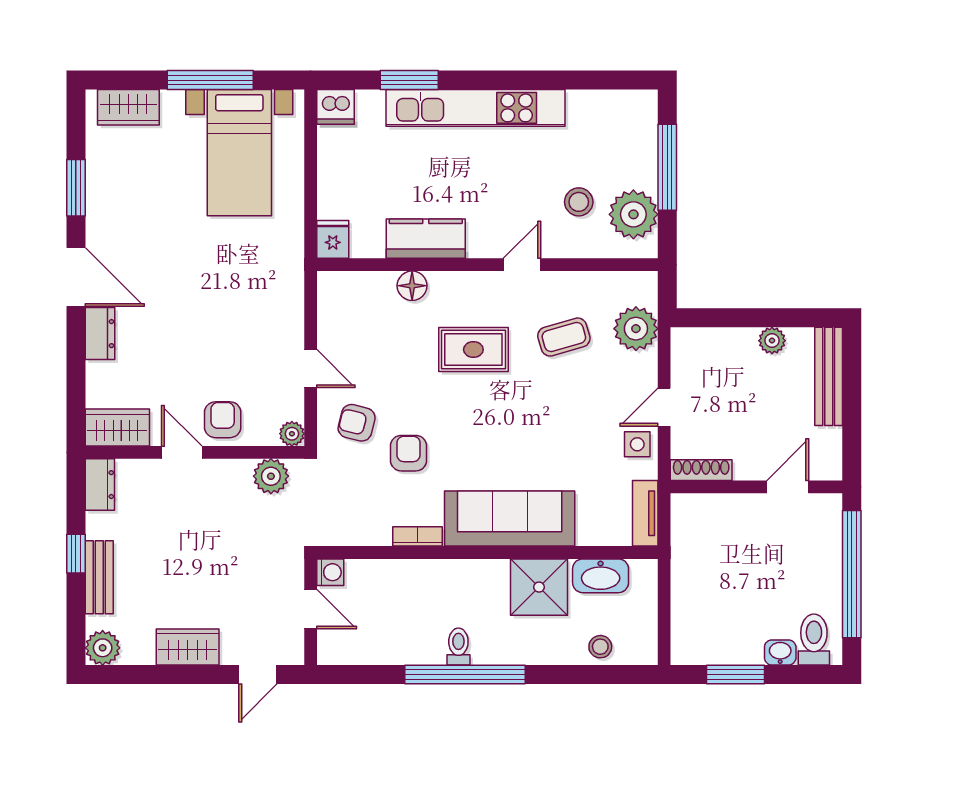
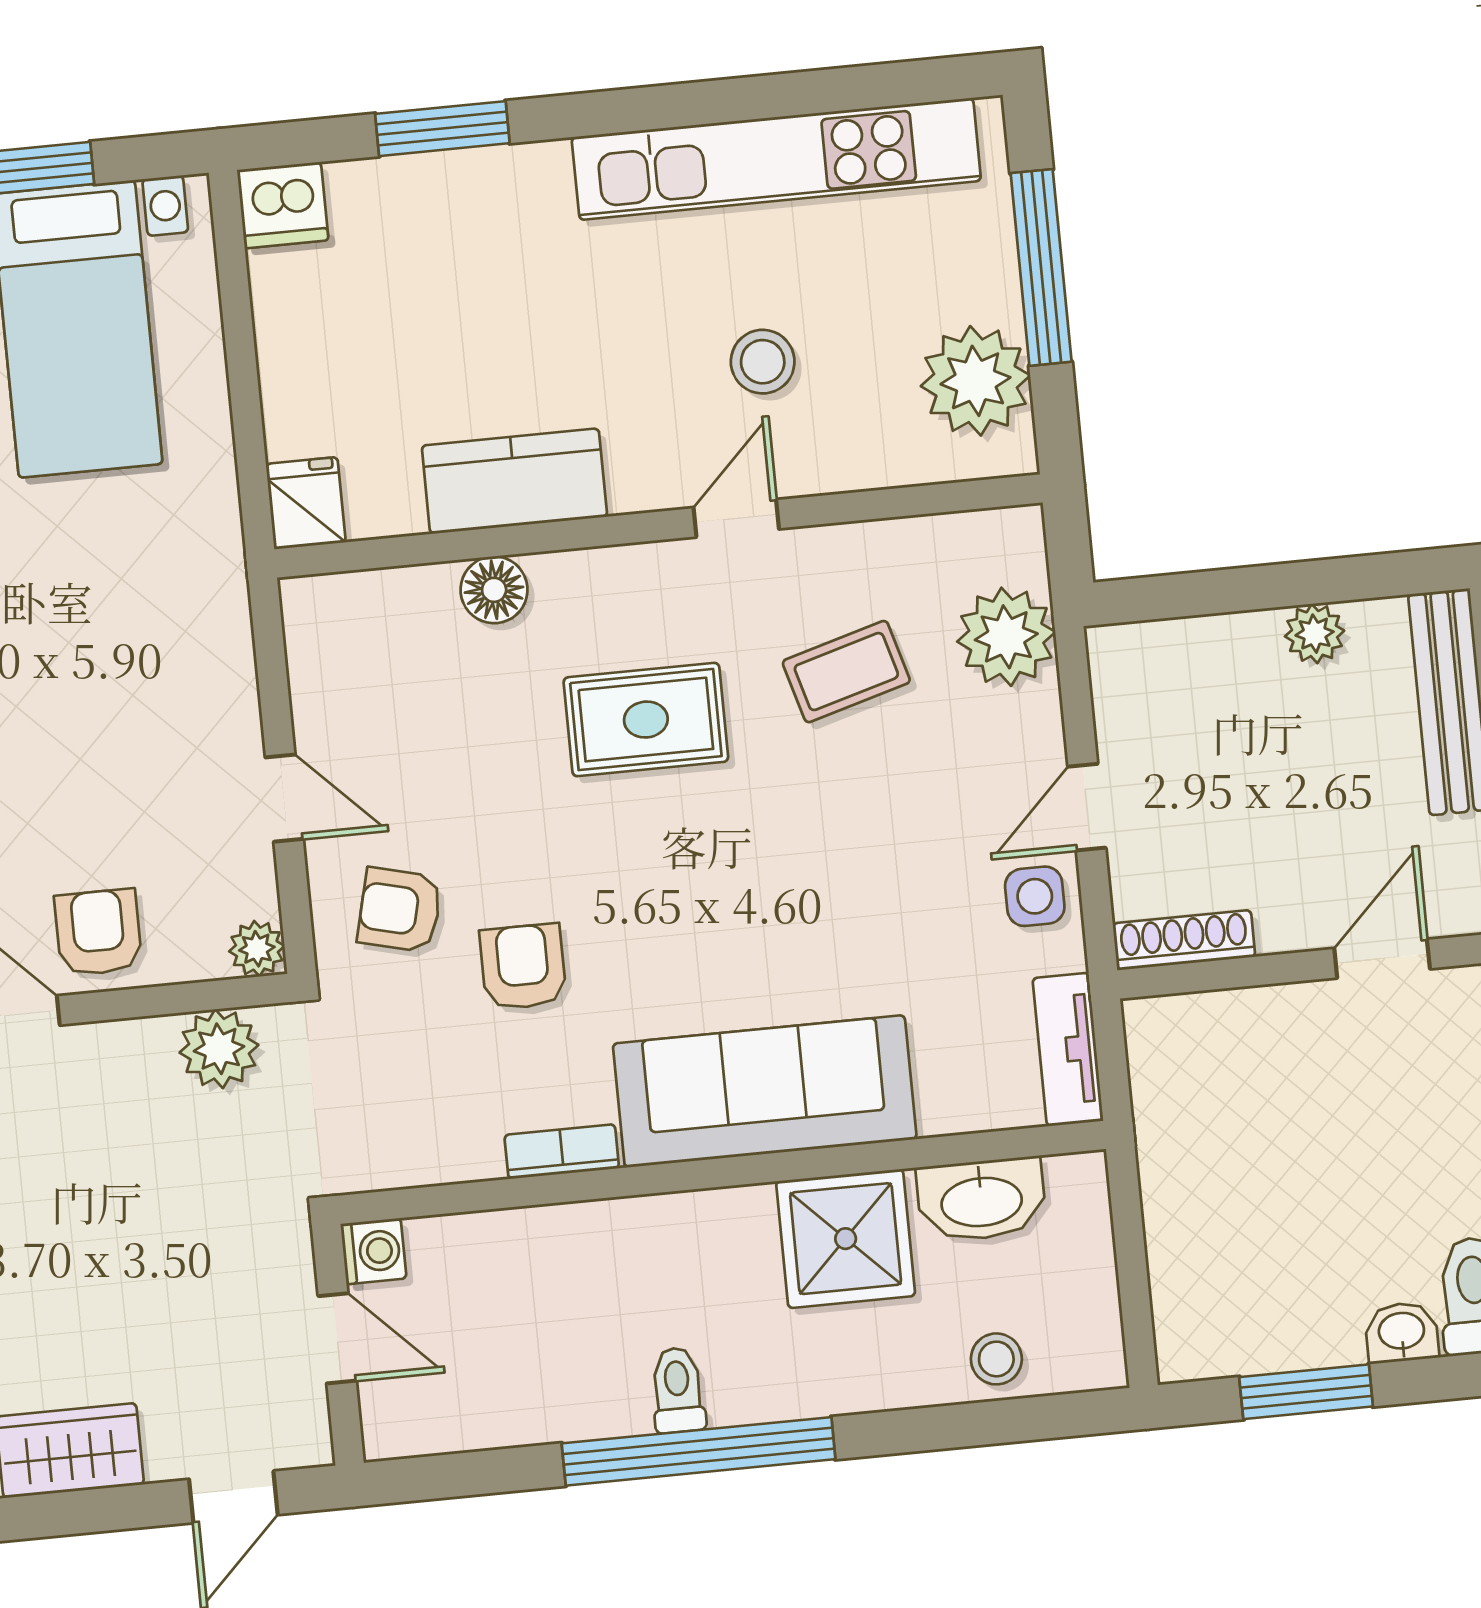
kitchen unit: (476, 108) -> (776, 159), moved
stool: (579, 202) -> (763, 362), moved

